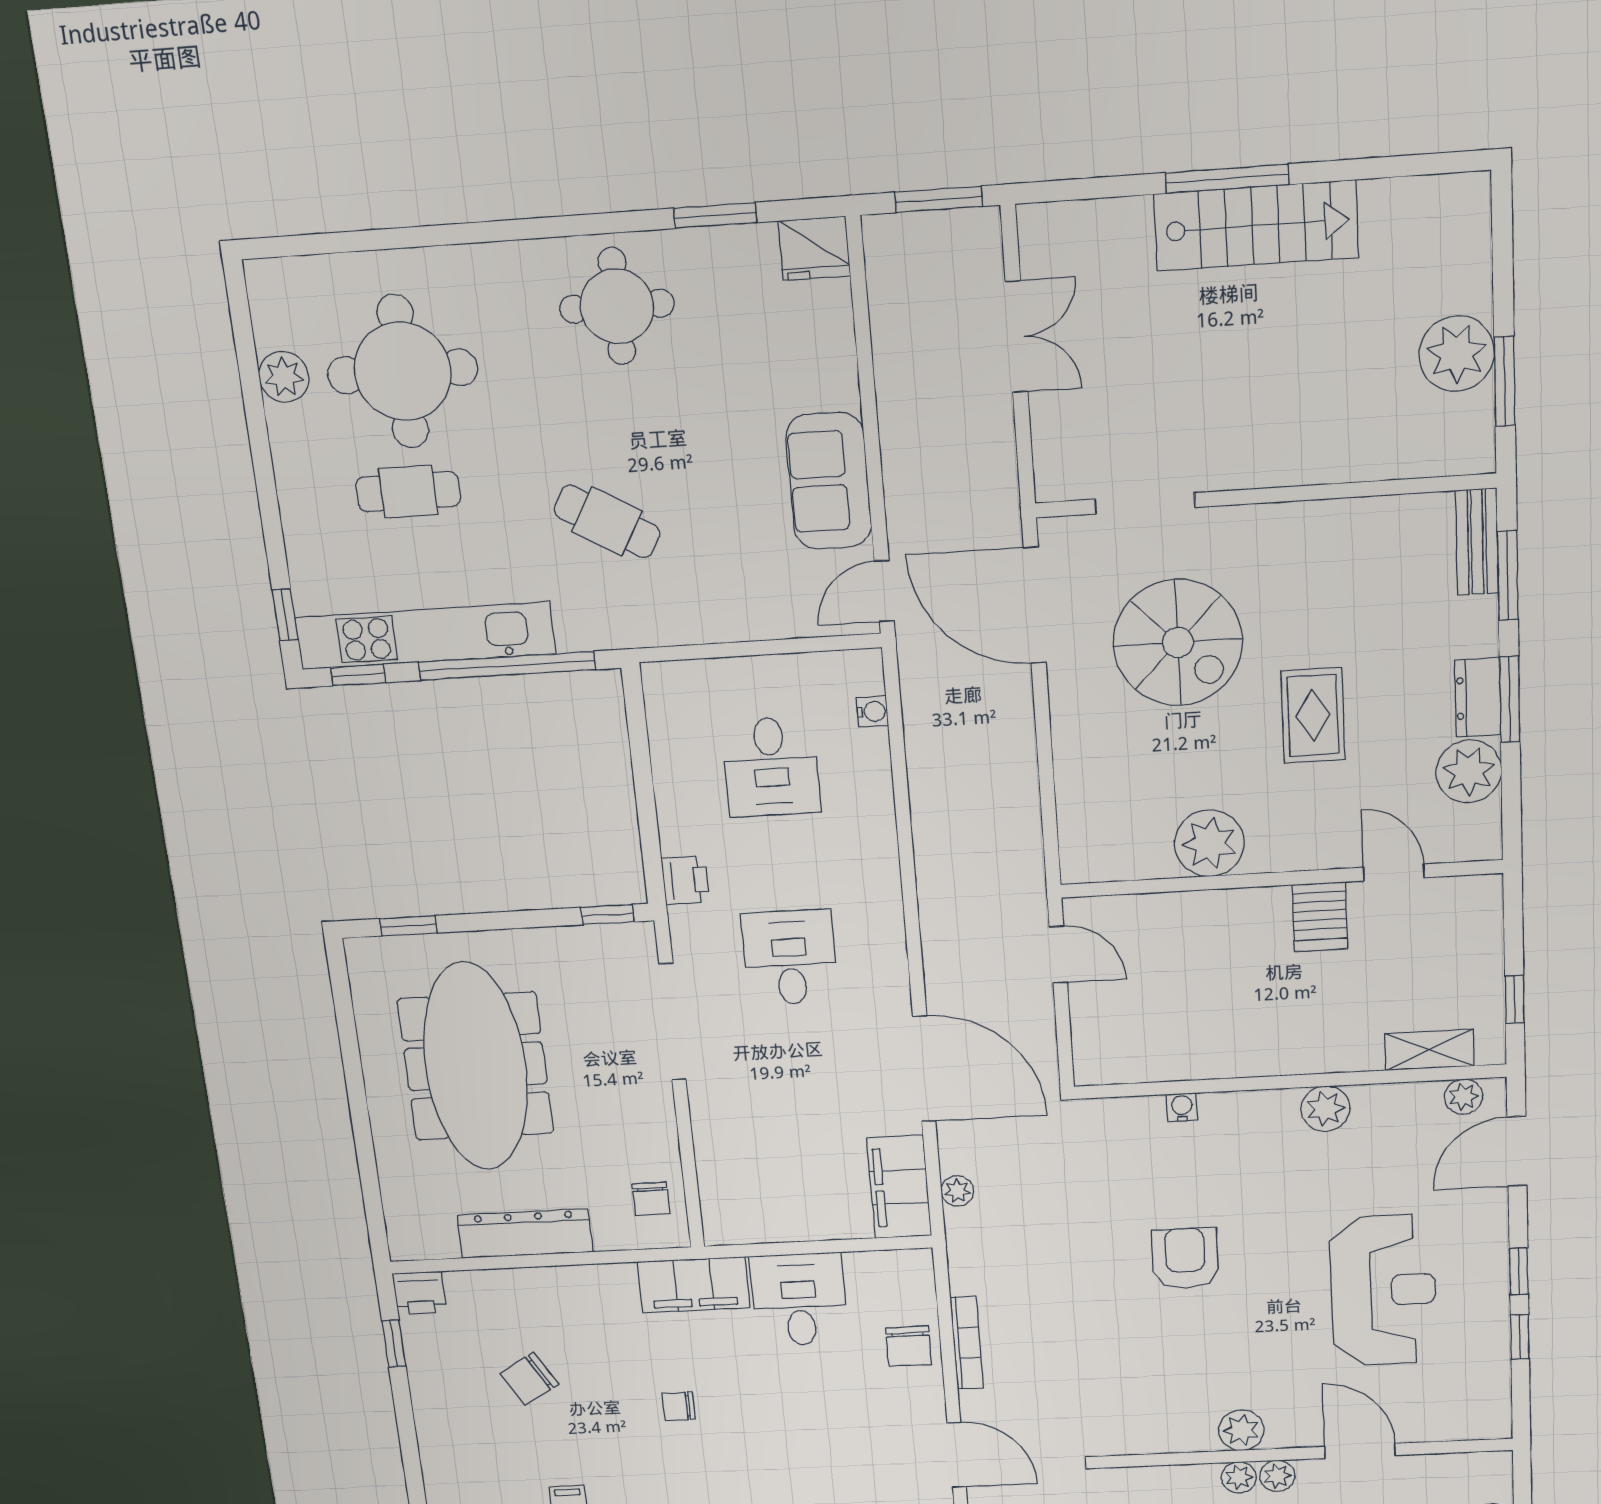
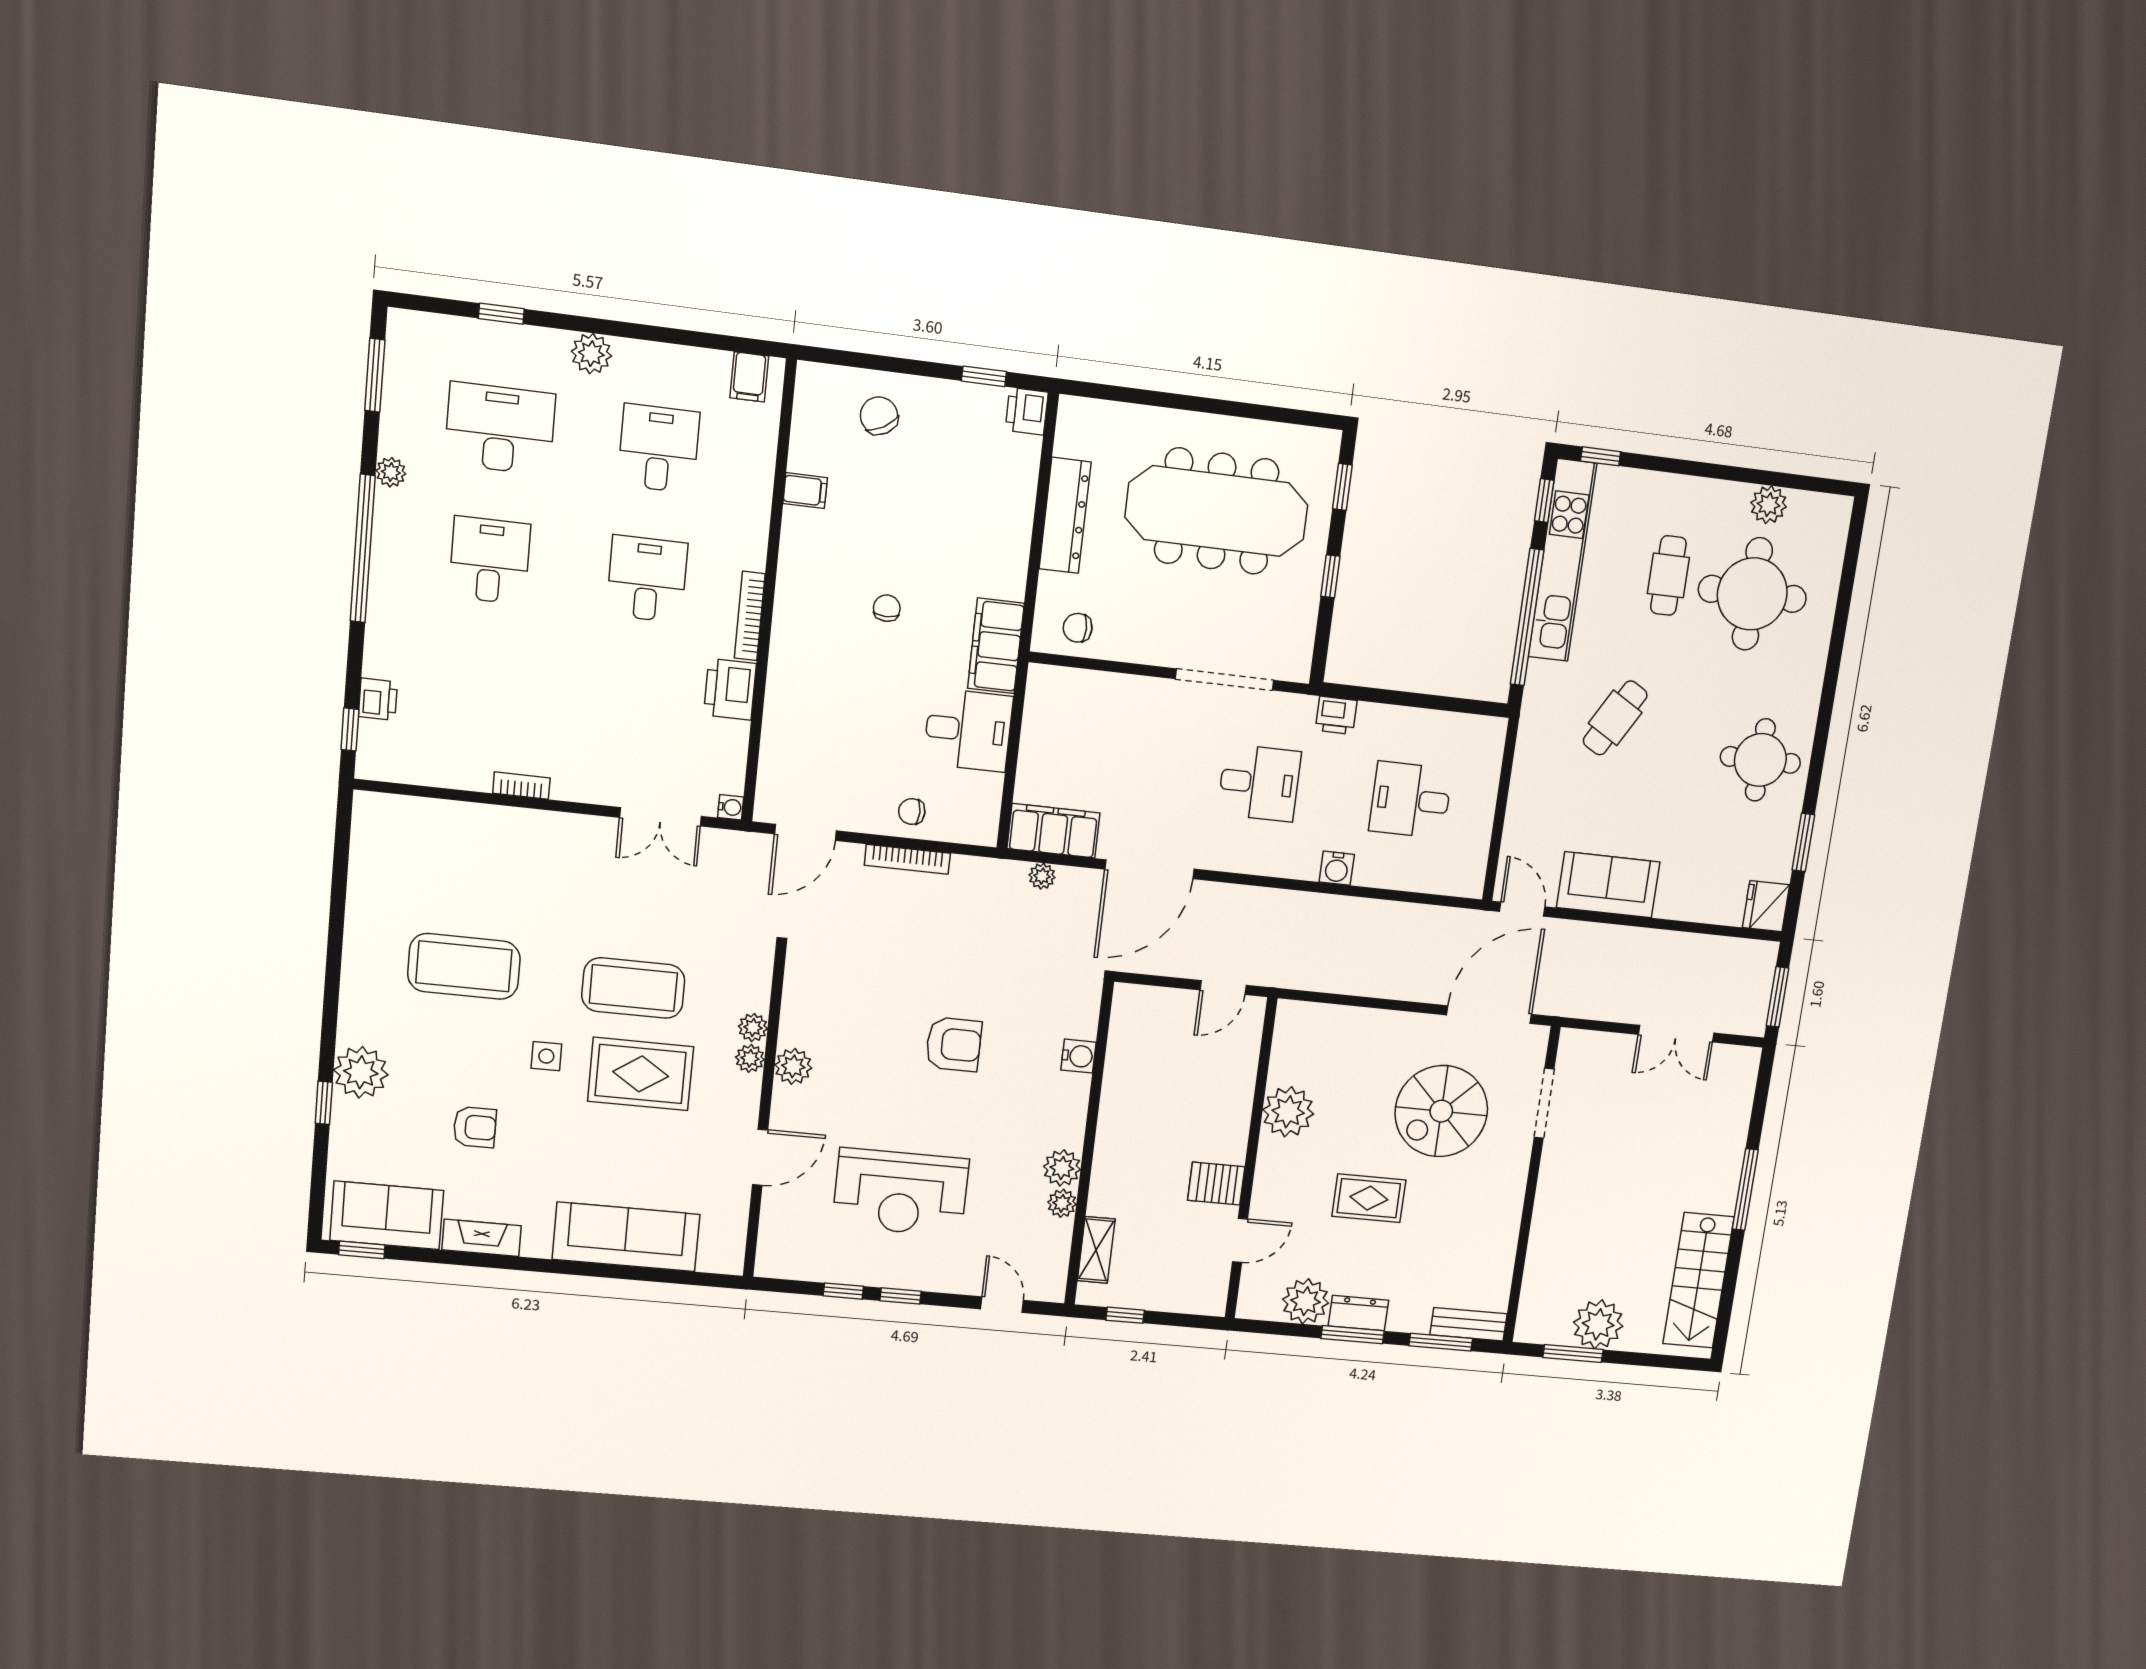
stairs: (1256, 226) -> (1698, 1280), moved
water cooler: (872, 712) -> (1337, 868), moved, width x1.38, depth x1.38
window: (608, 915) -> (1330, 576), moved
plant: (1463, 1097) -> (1062, 1203), moved
water cooler: (1182, 1107) -> (1078, 1056), width x1.38, depth x1.38
door: (1517, 1151) -> (1002, 1305), width x0.73
chair: (909, 1346) -> (912, 811), width x0.73, depth x0.73
chair: (529, 1379) -> (879, 416), moved
plant: (1277, 1476) -> (753, 1027), moved

